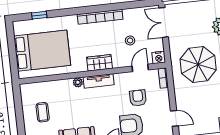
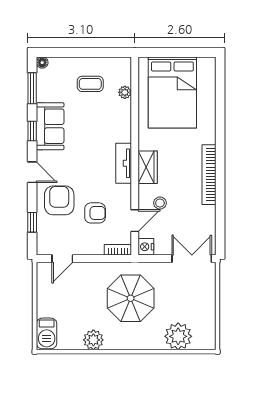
window: (39, 15) -> (220, 94), removed
stool: (130, 40) -> (160, 203), moved
door: (140, 68) -> (135, 221), hinge flipped
plant: (78, 82) -> (125, 92), moved

